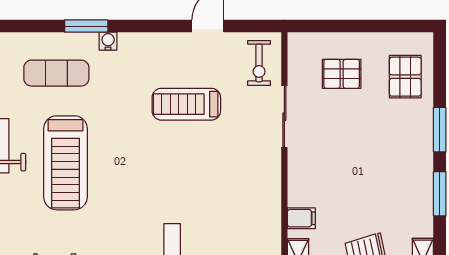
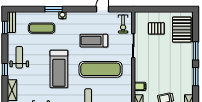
pallet: (405, 77) -> (182, 30), width x1.50, depth x1.42
treadmill: (65, 163) -> (59, 69), moved
exercise mat: (203, 176) -> (100, 69), added

